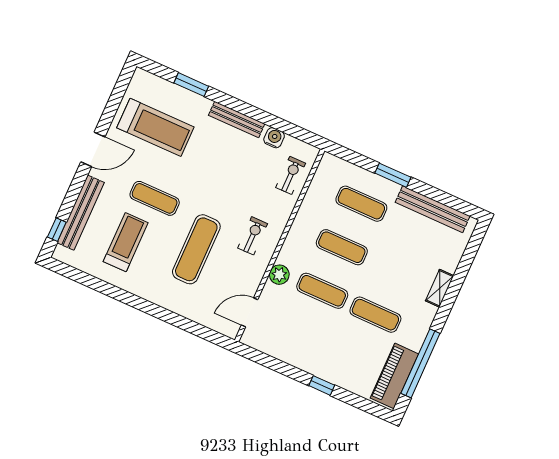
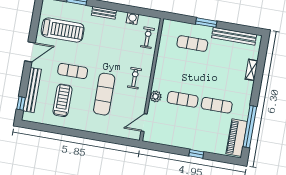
bench: (237, 120) -> (104, 13), width x0.73
exercise mat: (342, 247) -> (187, 71), removed
shelving: (440, 288) -> (252, 70), moved

